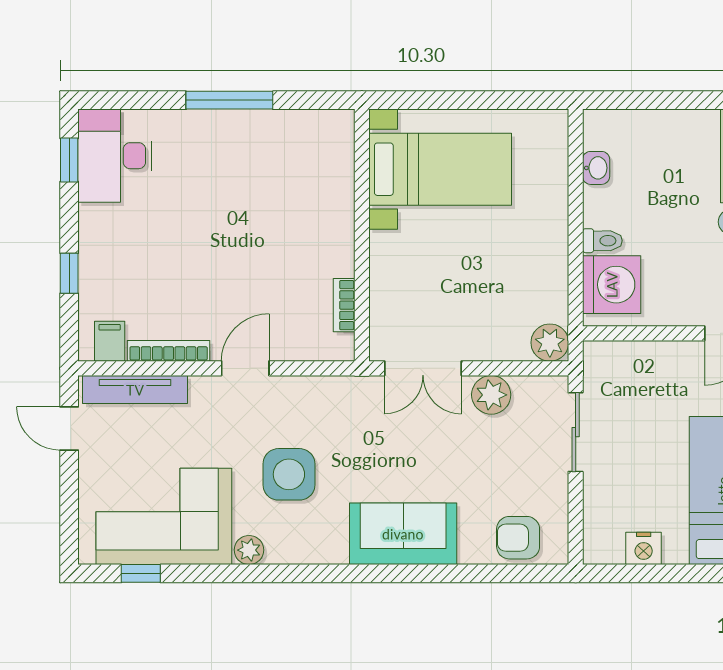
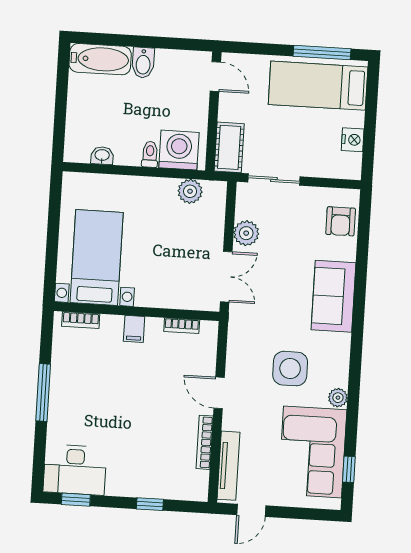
bookcase: (343, 151) -> (81, 320), added
filing cabinet: (110, 341) -> (134, 329), moved, turned -90
plant: (550, 343) -> (190, 191), moved
cot: (620, 361) -> (229, 147), added

